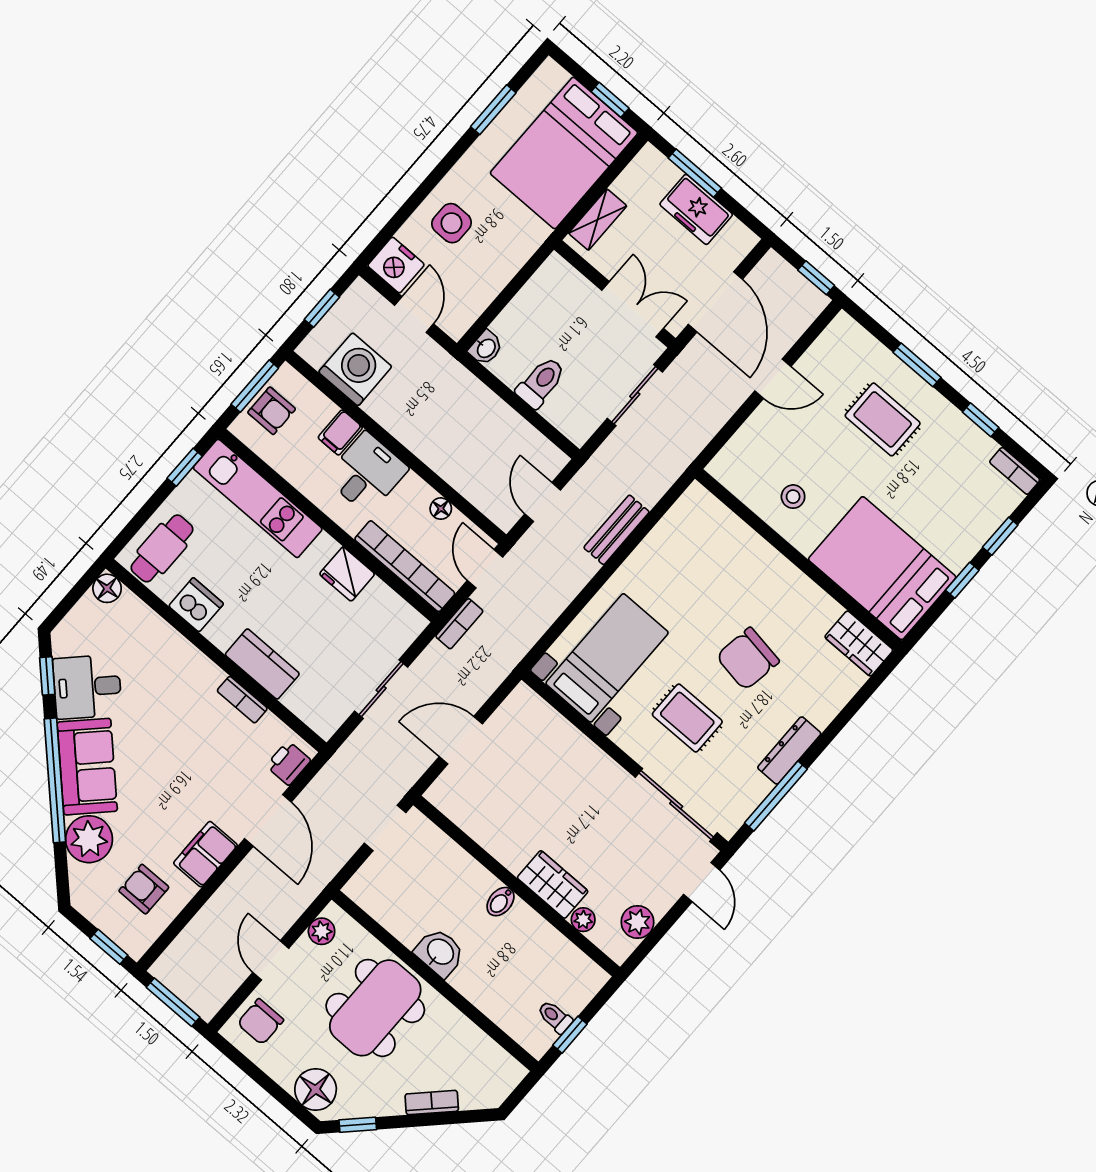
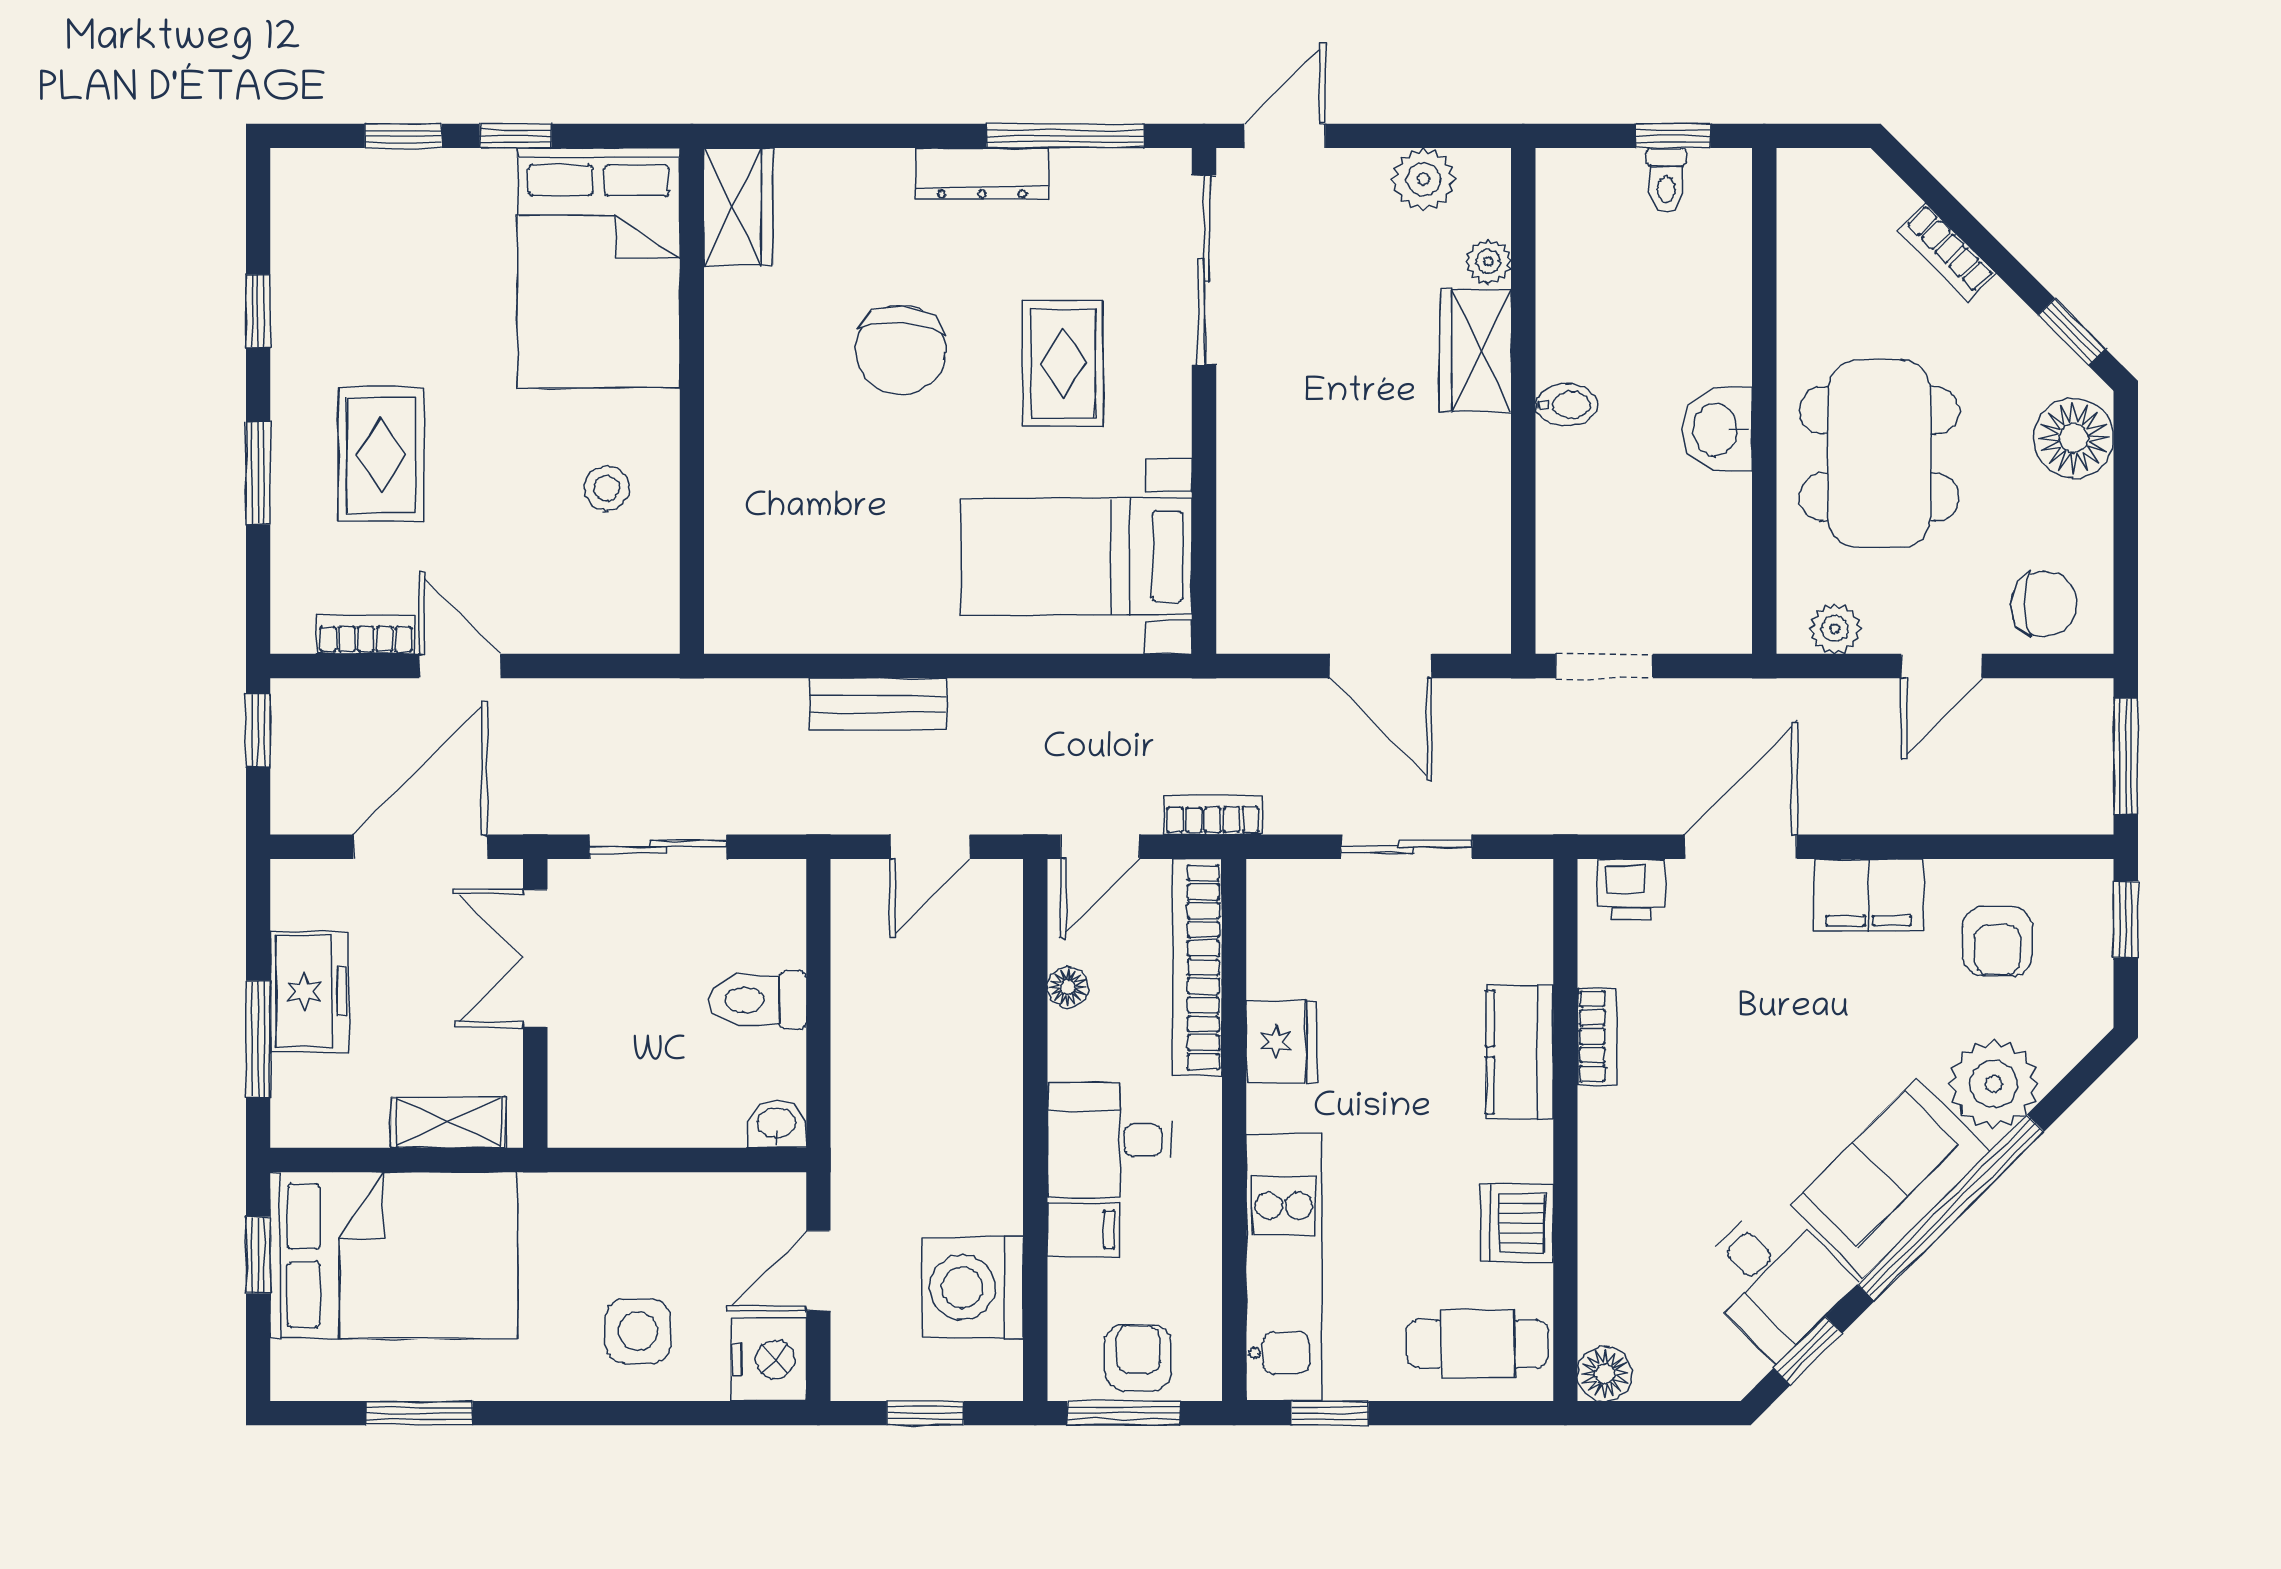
bookcase: (1015, 471) -> (366, 634), moved, turned -90
chair: (748, 659) -> (900, 350), turned 85
dining table: (375, 1008) -> (1879, 454), turned 90

